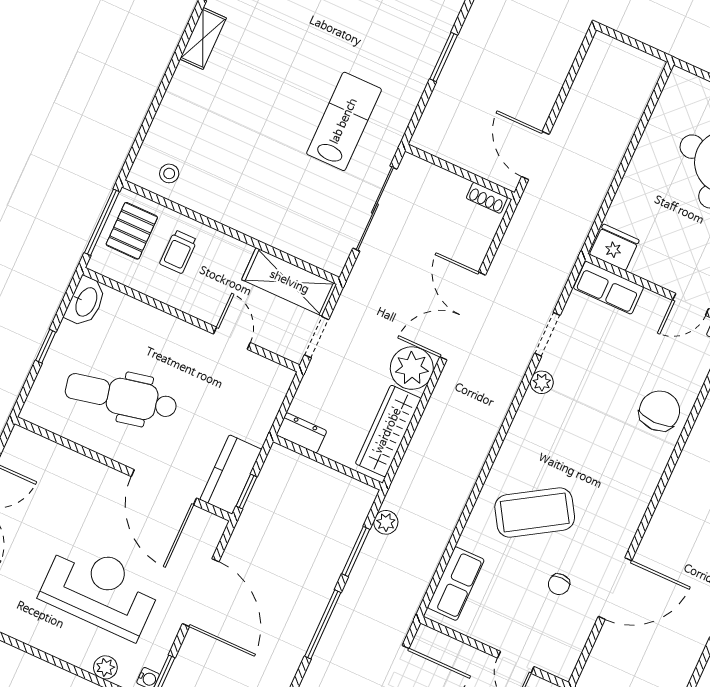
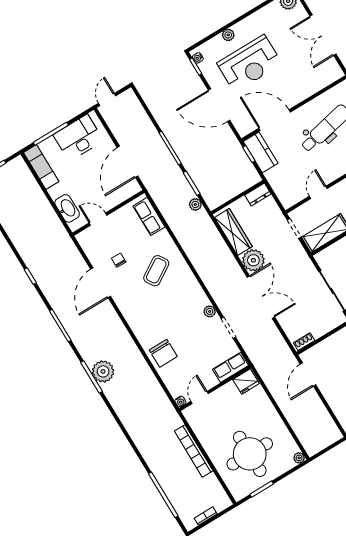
plant: (679, 79) -> (299, 458), added
door: (535, 156) -> (308, 375), swing flipped
door: (232, 338) -> (318, 192), swing flipped
coffee table: (535, 512) -> (156, 271), width x0.73, depth x0.76
plant: (105, 667) -> (228, 35), moved

